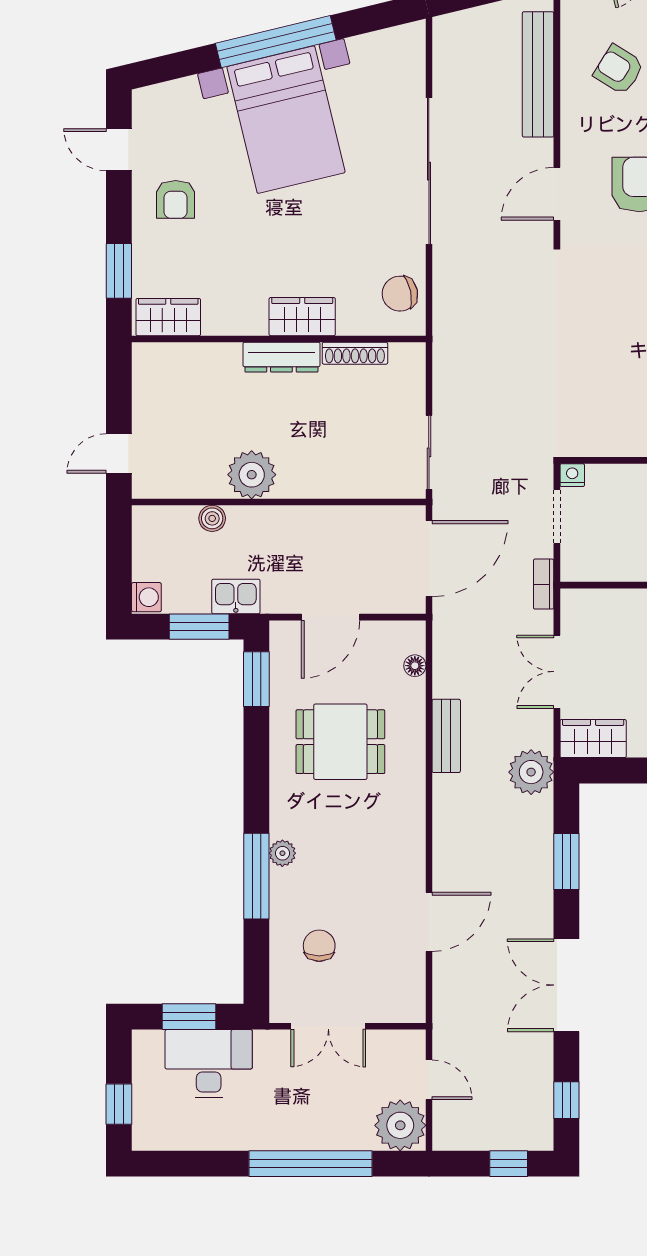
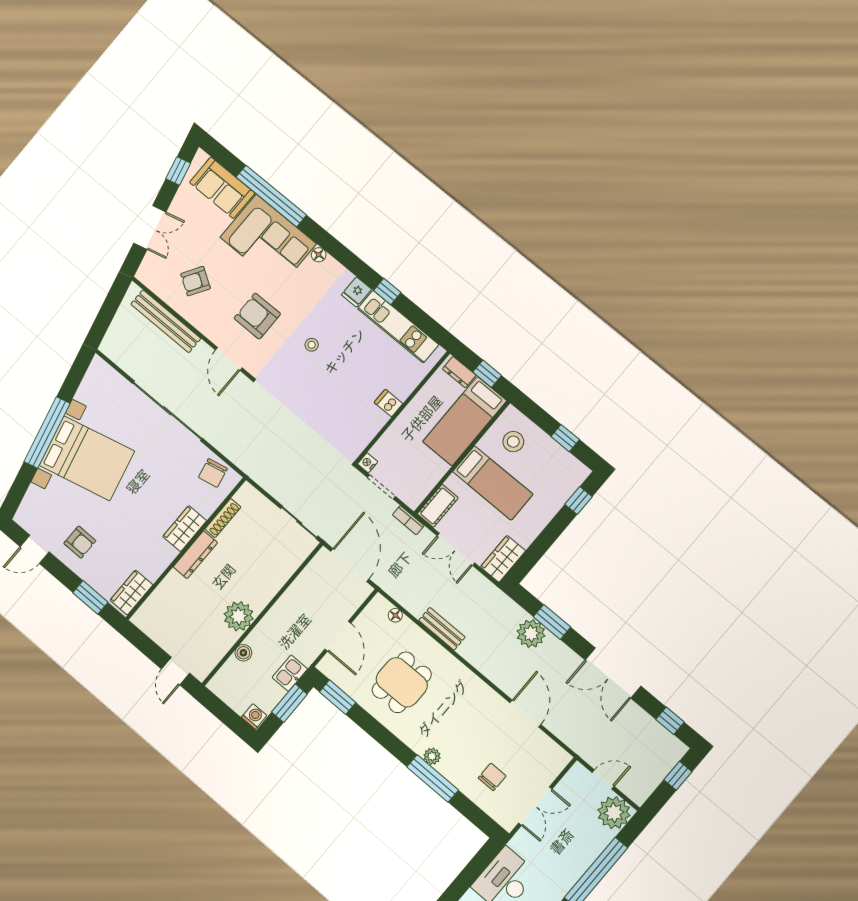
cot: (591, 605) -> (438, 506), added
plant: (531, 772) -> (531, 634), moved
chair: (319, 946) -> (492, 777), turned 90
window: (189, 1017) -> (473, 870), removed

